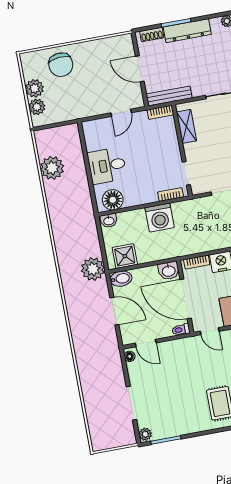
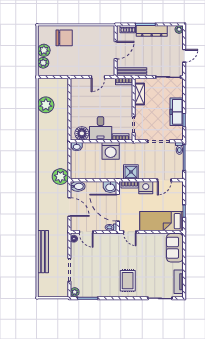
chair: (61, 65) -> (64, 38), turned -85
door: (140, 69) -> (116, 50), swing flipped
desk: (107, 166) -> (101, 128), moved, turned -90
shower: (125, 256) -> (131, 172), moved
bench: (88, 384) -> (43, 252), added

